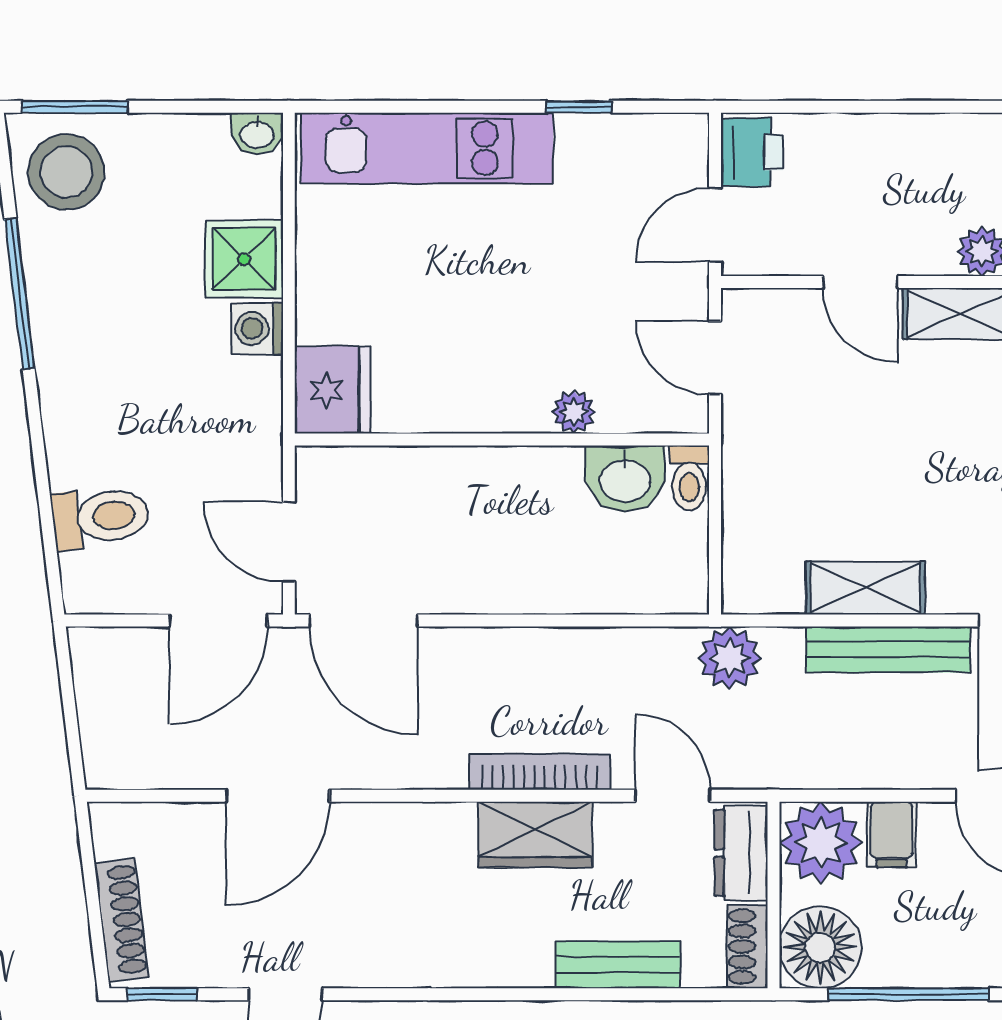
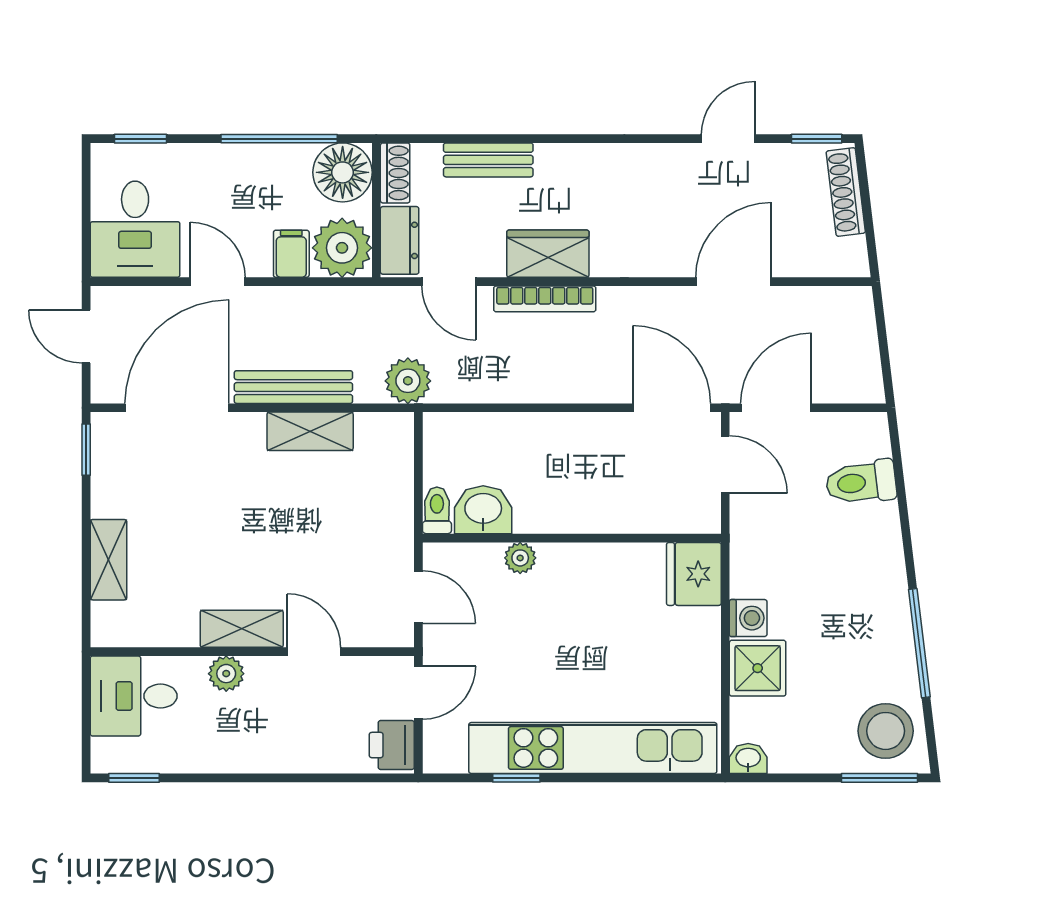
kitchen unit: (427, 148) -> (593, 748), width x1.36

